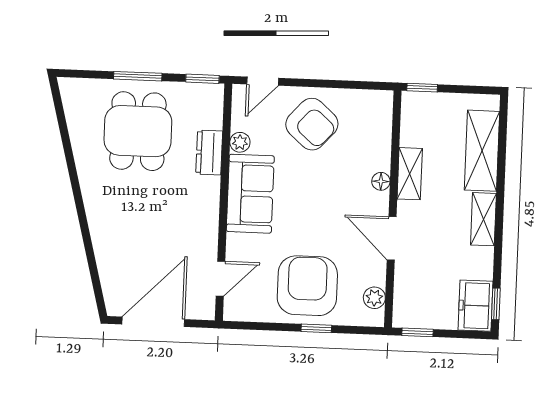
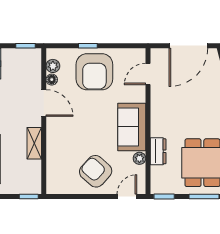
floor lamp: (381, 181) -> (52, 80), moved

